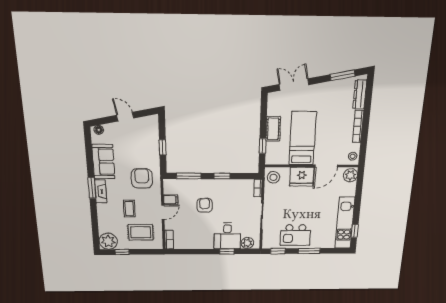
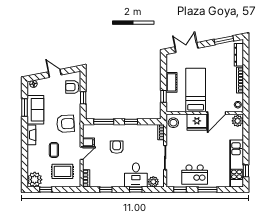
armchair: (148, 134) -> (72, 87), added
armchair: (142, 178) -> (65, 124), turned 87
window: (92, 188) -> (24, 107), moved
window: (192, 252) -> (106, 190), added

